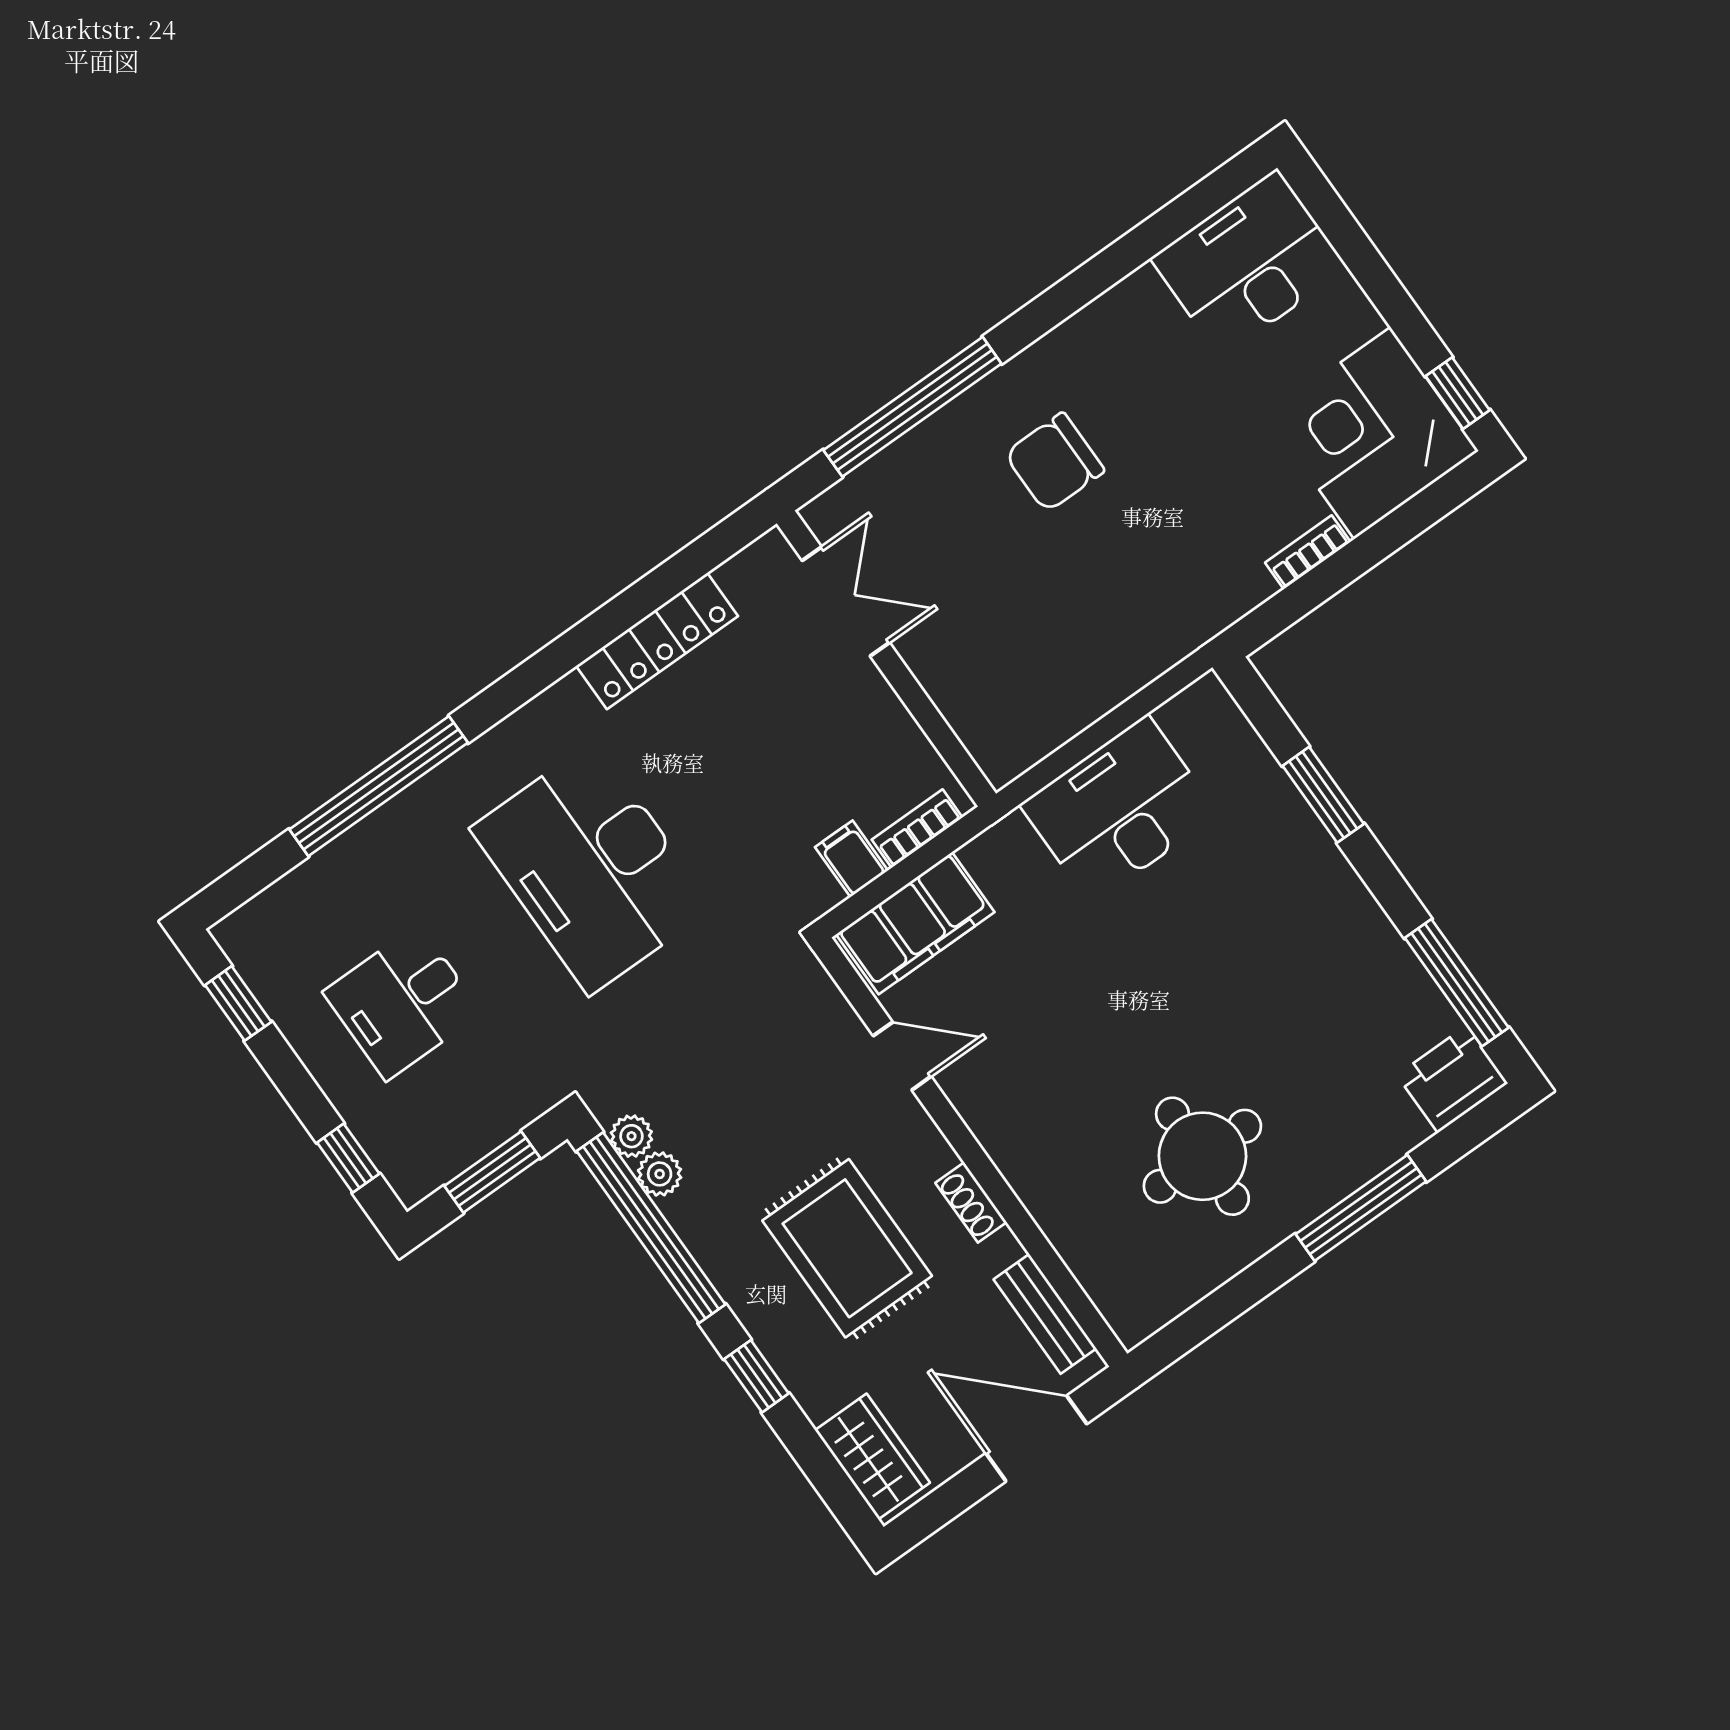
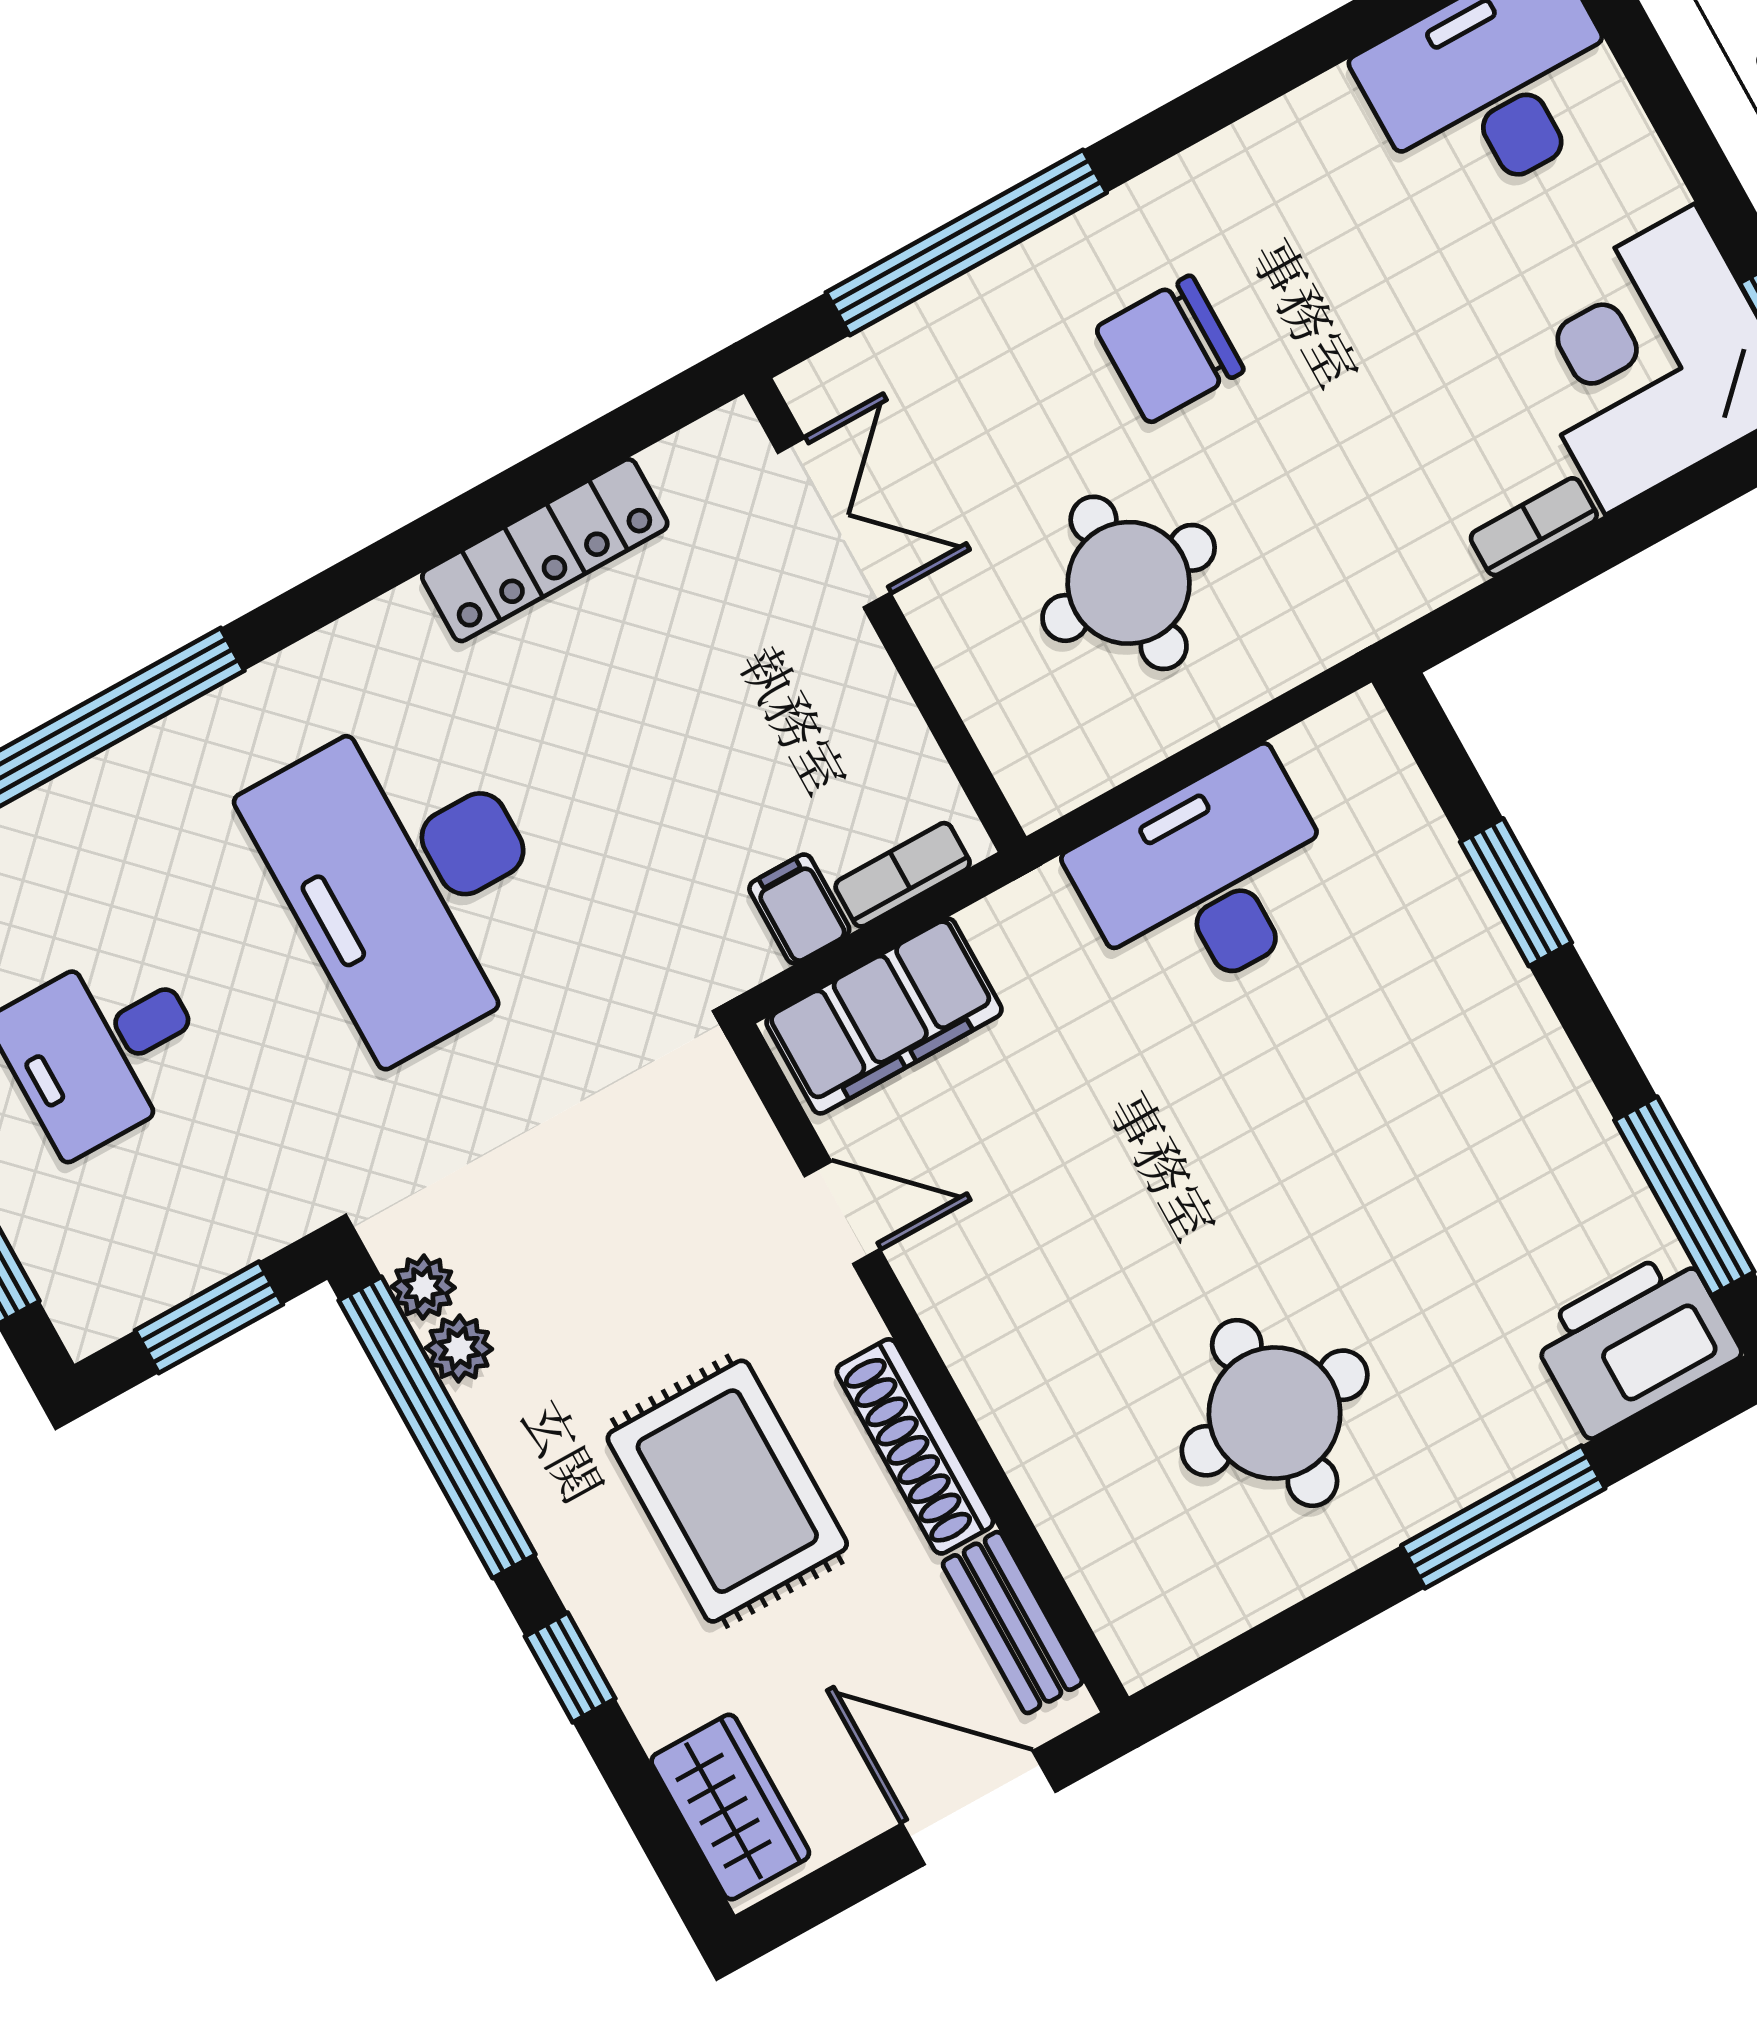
round table: (1045, 619) -> (1129, 583), added
printer: (1452, 1079) -> (1635, 1342), width x1.37, depth x1.19
shoe rack: (971, 1202) -> (915, 1446), width x1.94, depth x1.24

